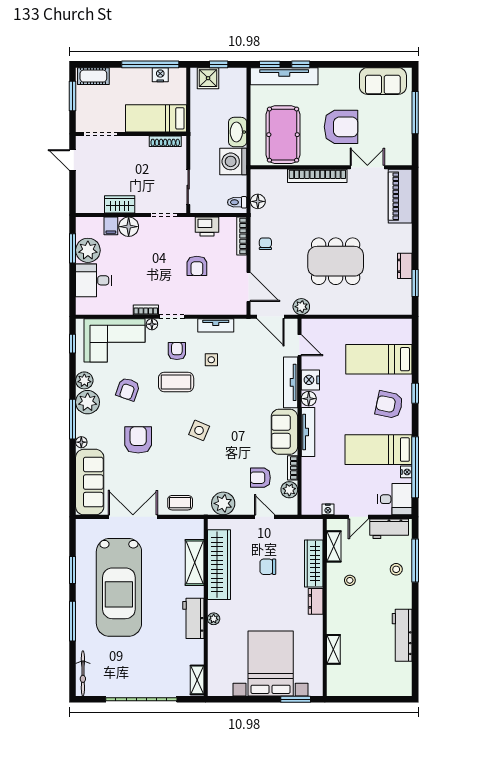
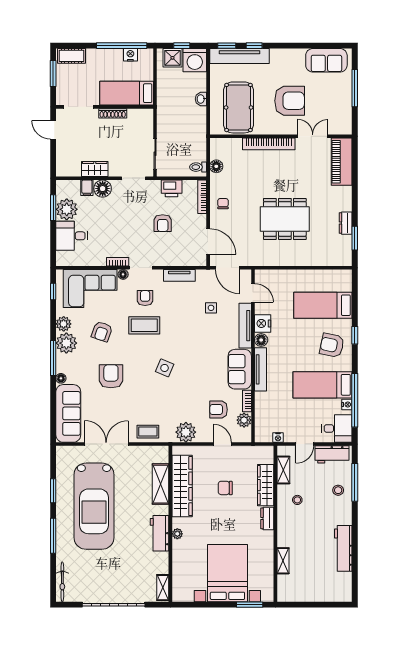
washbasin: (238, 132) -> (201, 99), width x0.52, depth x0.69
shoe rack: (165, 141) -> (113, 113), moved
washing machine: (233, 161) -> (195, 60), moved, turned -90
plant: (301, 307) -> (255, 259), removed
side table: (211, 360) -> (211, 308), moved

